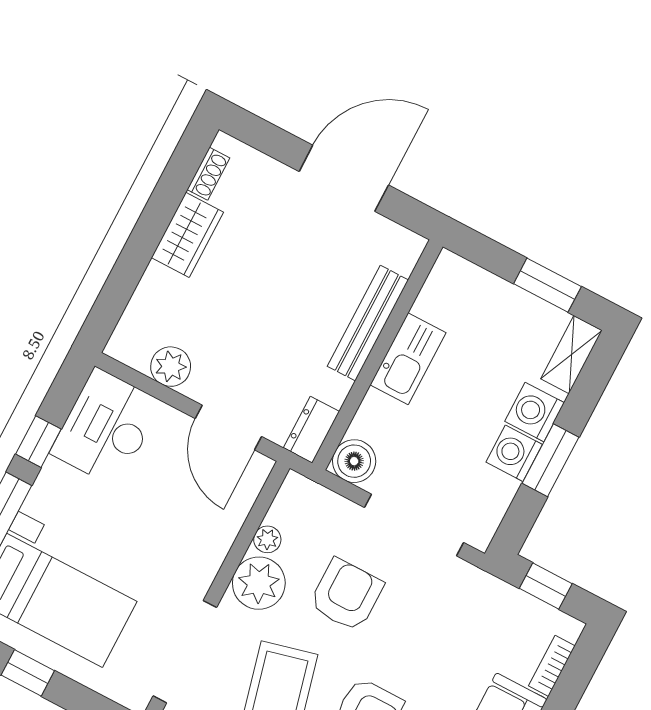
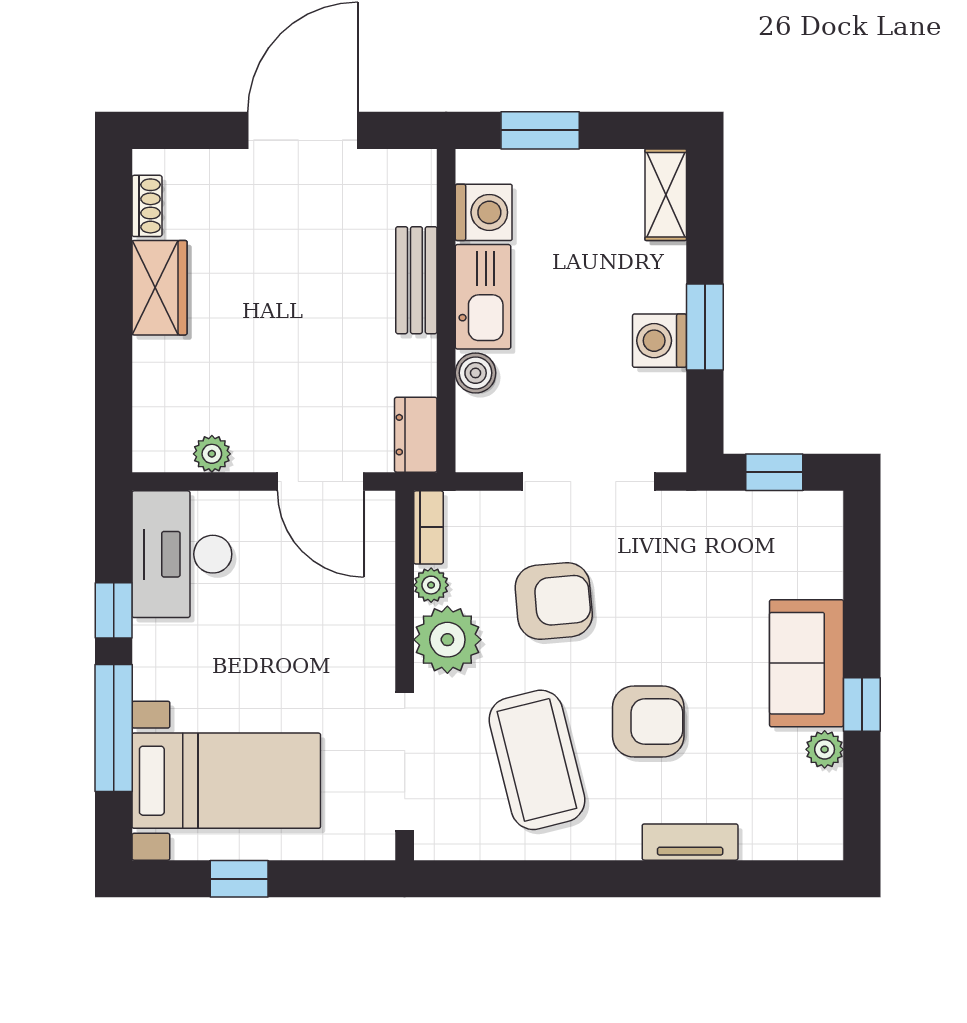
window: (547, 285) -> (540, 130), moved
bench: (368, 323) -> (416, 280), width x0.73
plant: (171, 367) -> (212, 454), width x0.73, depth x0.73
washing machine: (534, 412) -> (484, 212), moved, turned 180
boiler: (354, 461) -> (476, 373), moved, width x0.73, depth x0.73
armchair: (346, 595) -> (554, 601), turned 85
bookcase: (552, 666) -> (428, 527), moved, turned 180

